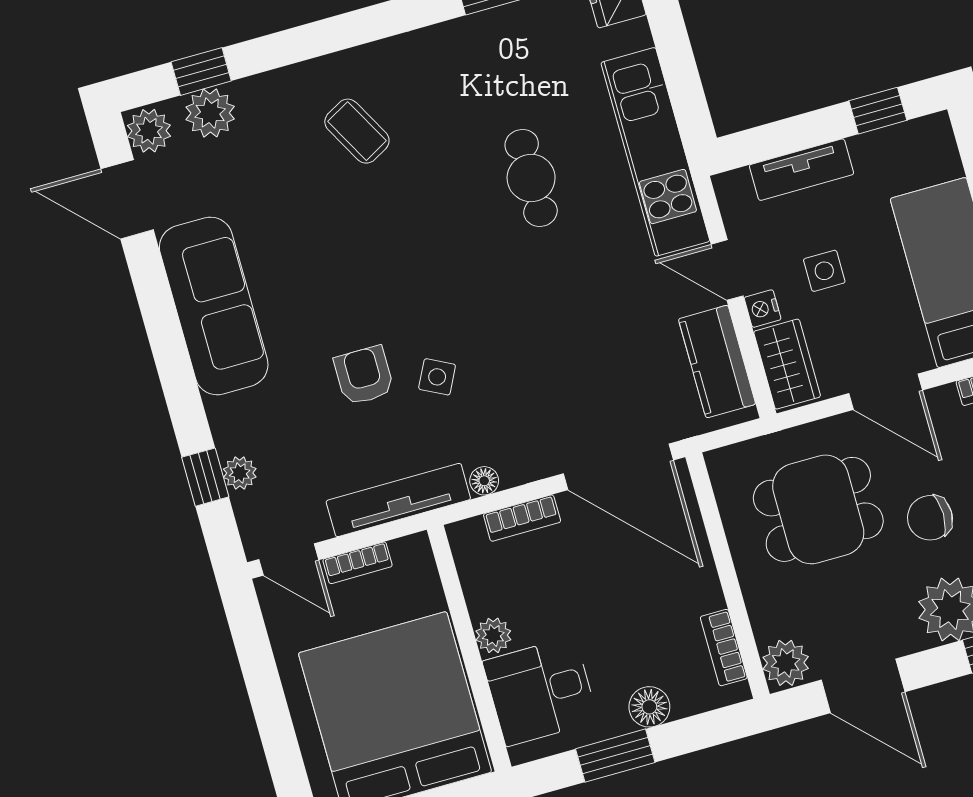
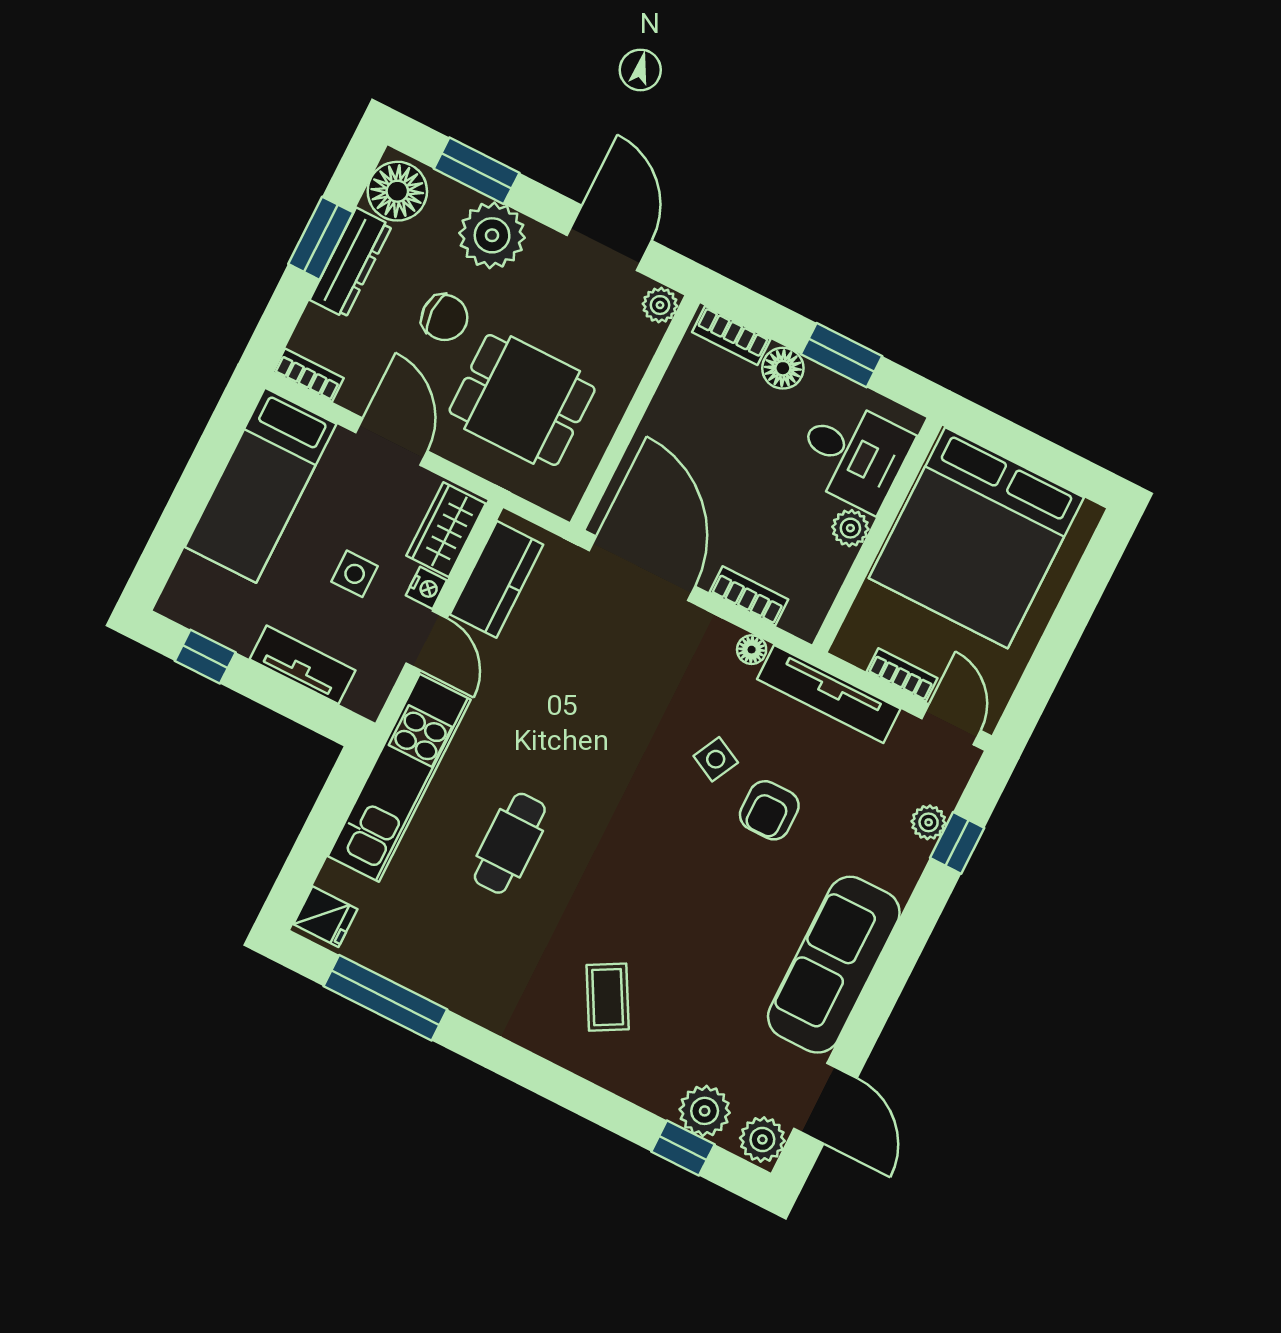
bookcase: (724, 648) -> (731, 336), moved, turned 90
plant: (786, 663) -> (660, 305), width x0.73, depth x0.73

